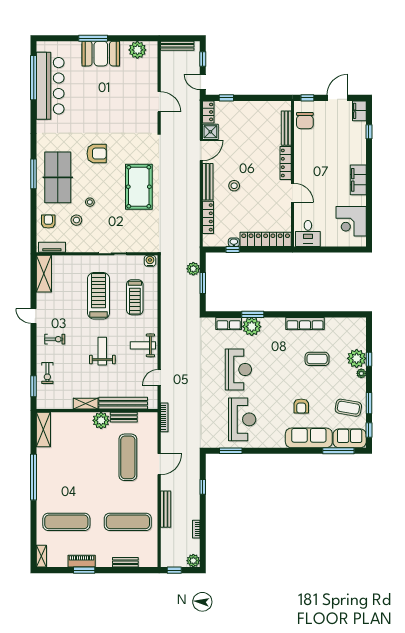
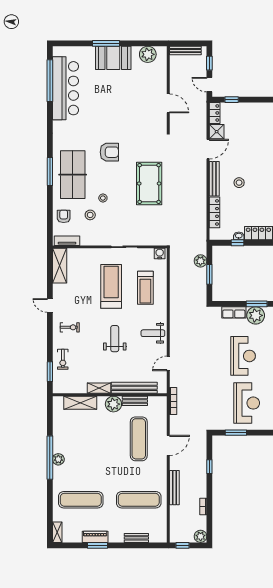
shelving: (43, 429) -> (80, 403), moved, turned 90
plant: (43, 479) -> (58, 459), added

